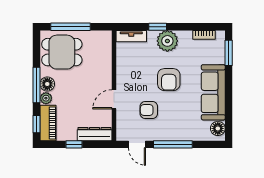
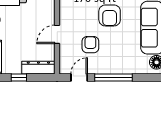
armchair: (149, 110) -> (90, 45), turned 90
door: (137, 144) -> (79, 78), swing flipped

